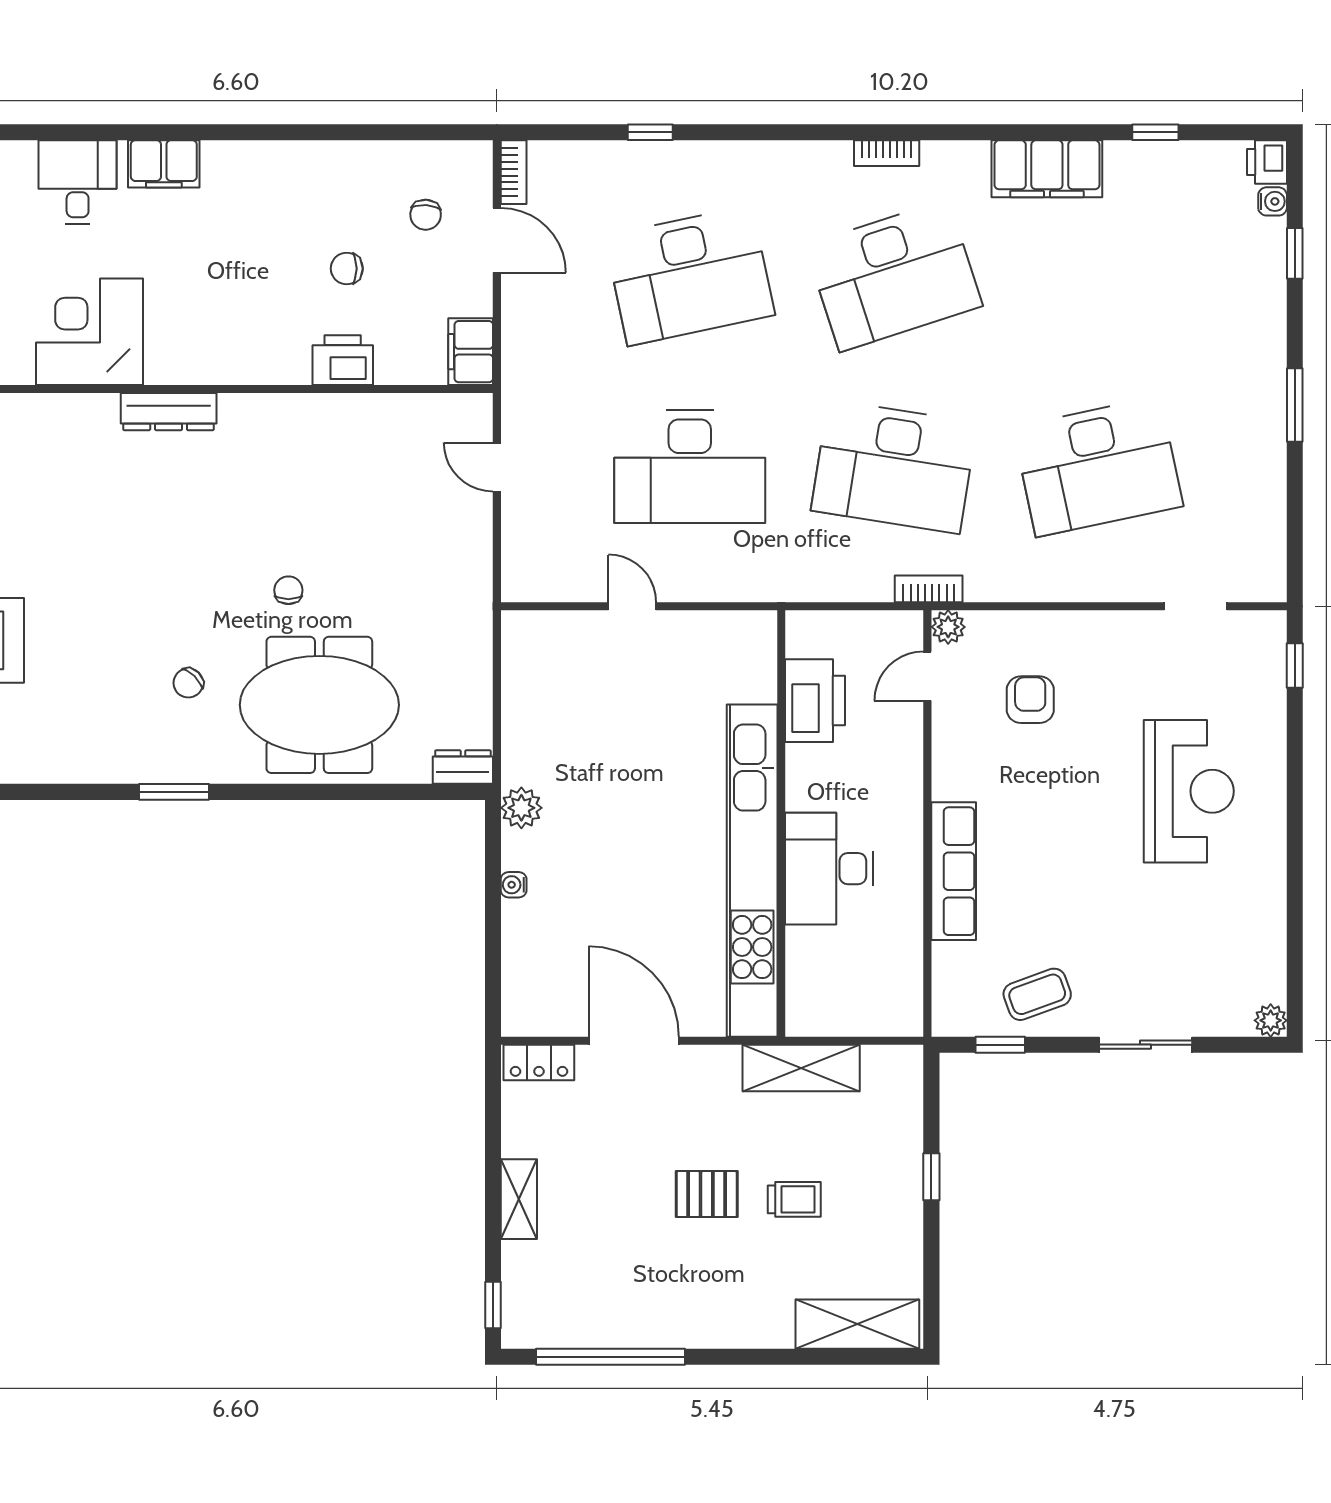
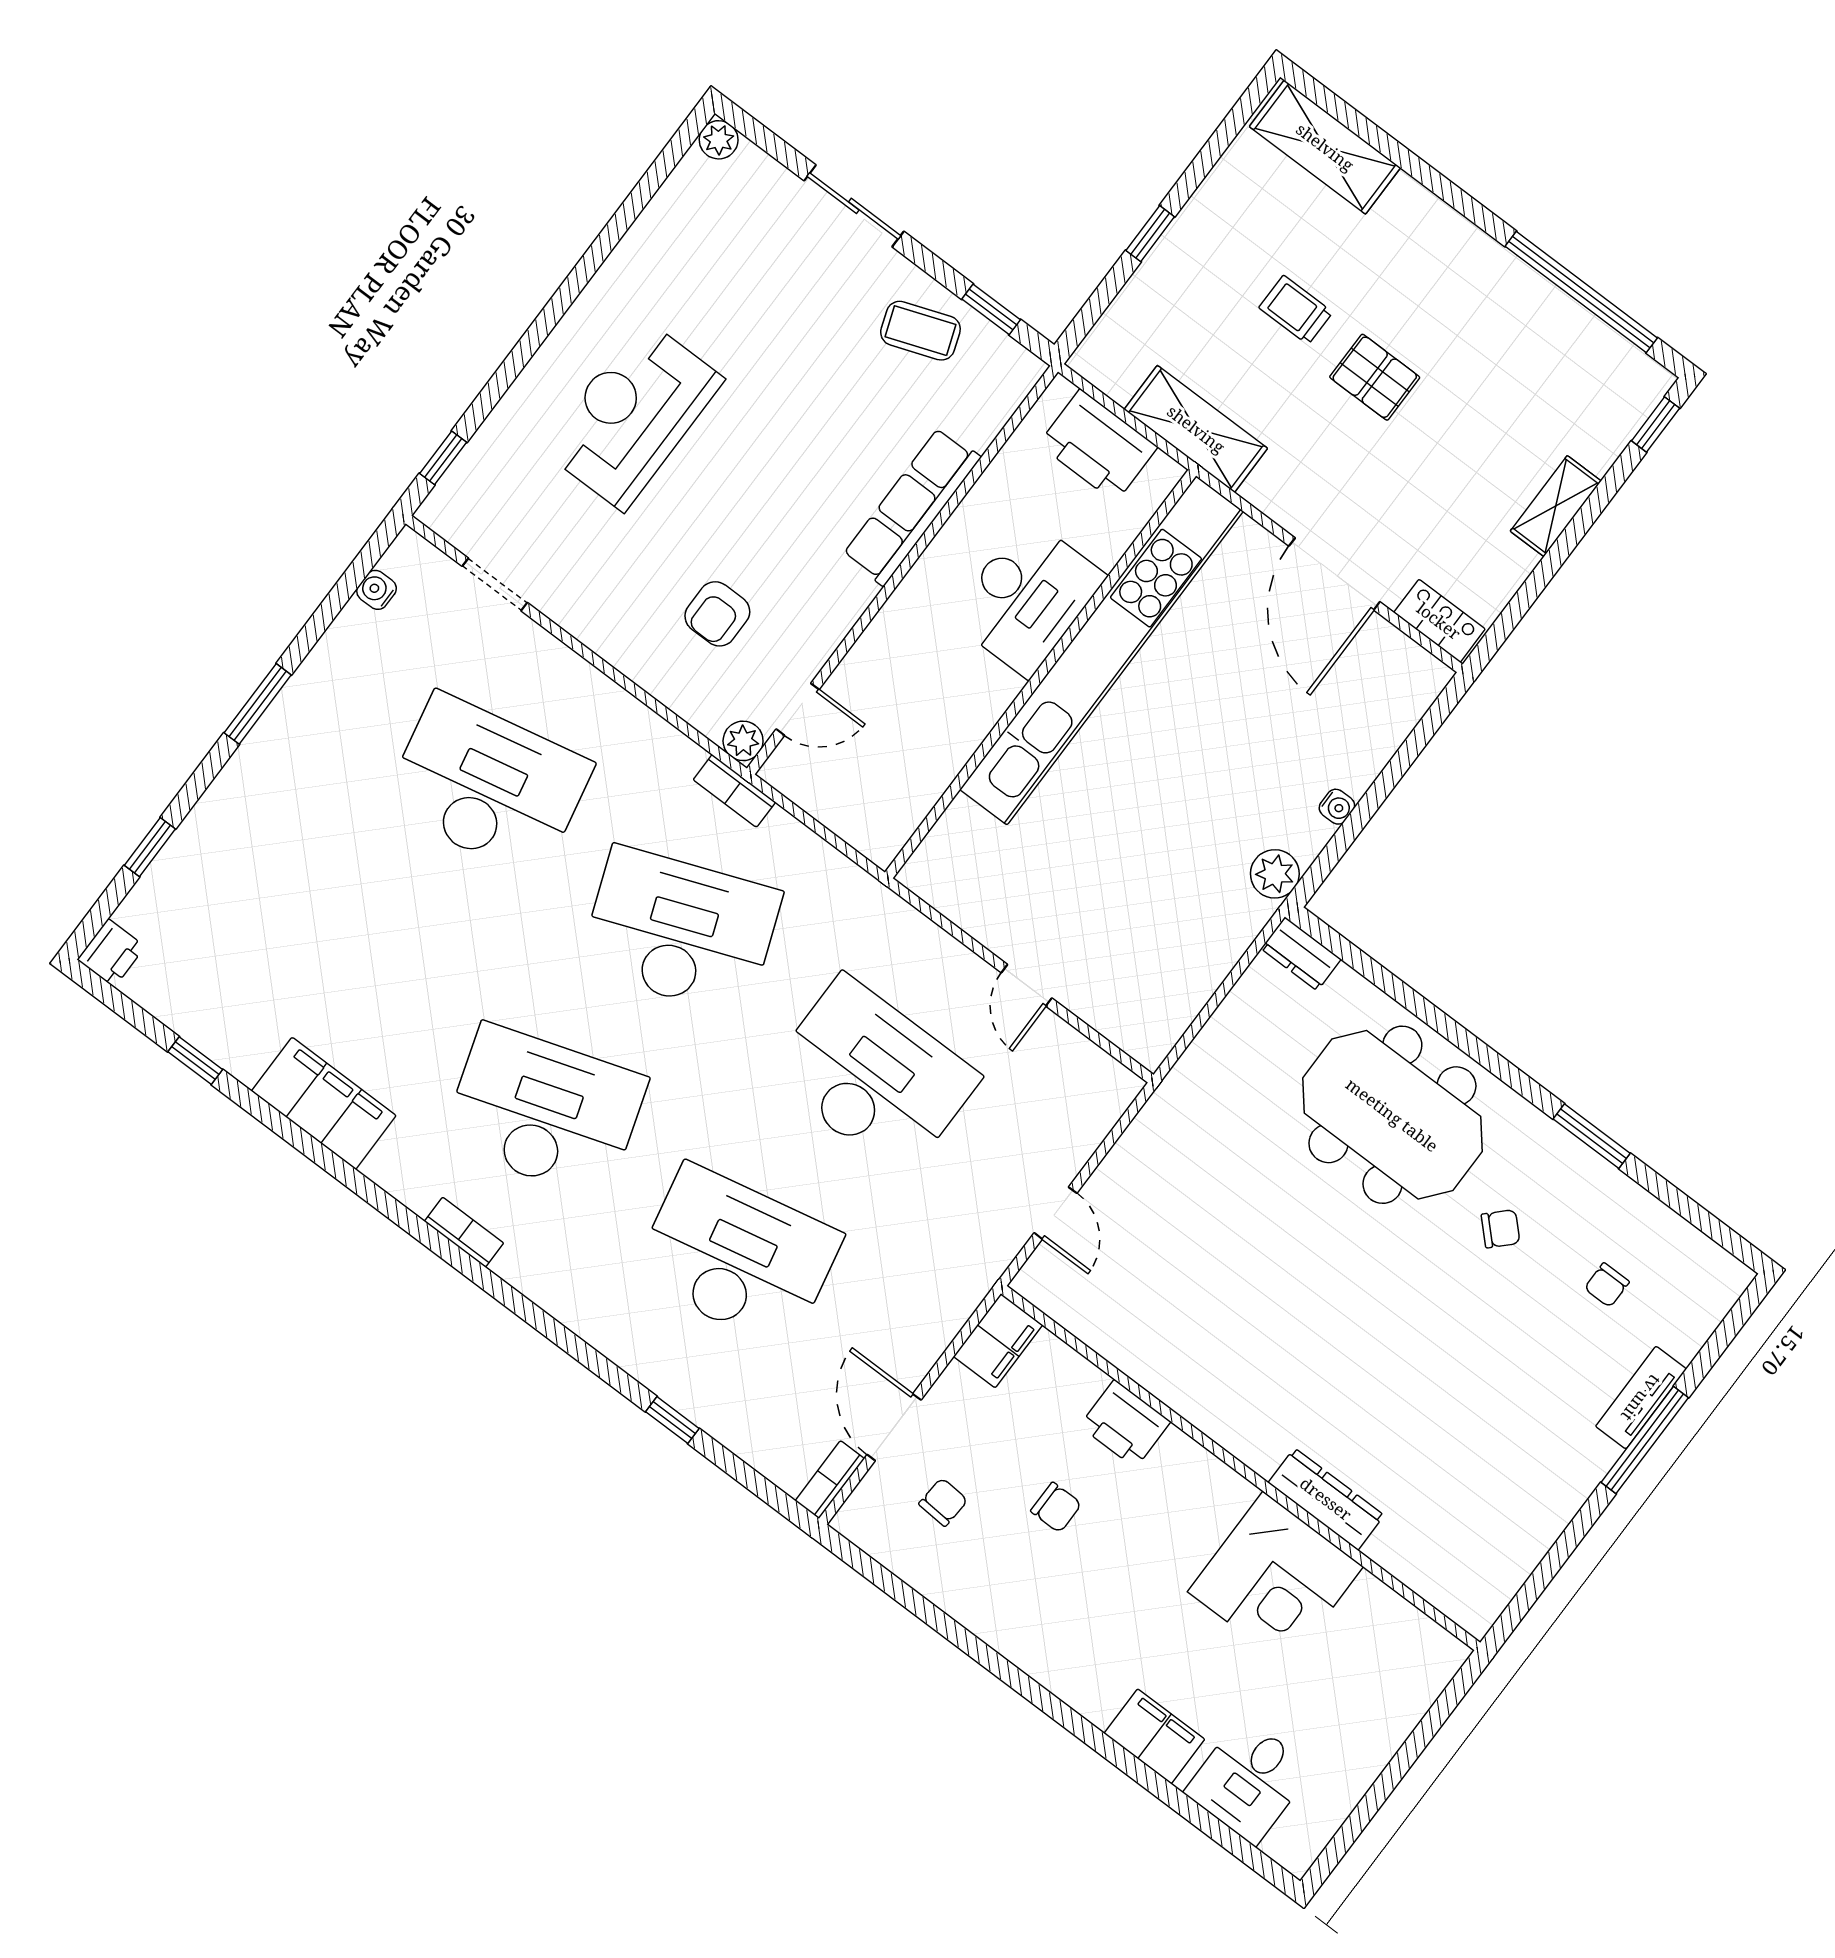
water cooler: (1273, 201) -> (377, 590), moved
corner desk: (89, 332) -> (1275, 1579), moved
desk: (894, 467) -> (680, 931), turned -30
chair: (288, 590) -> (1607, 1285), moved
printer: (815, 701) -> (1098, 446), moved, turned -90

